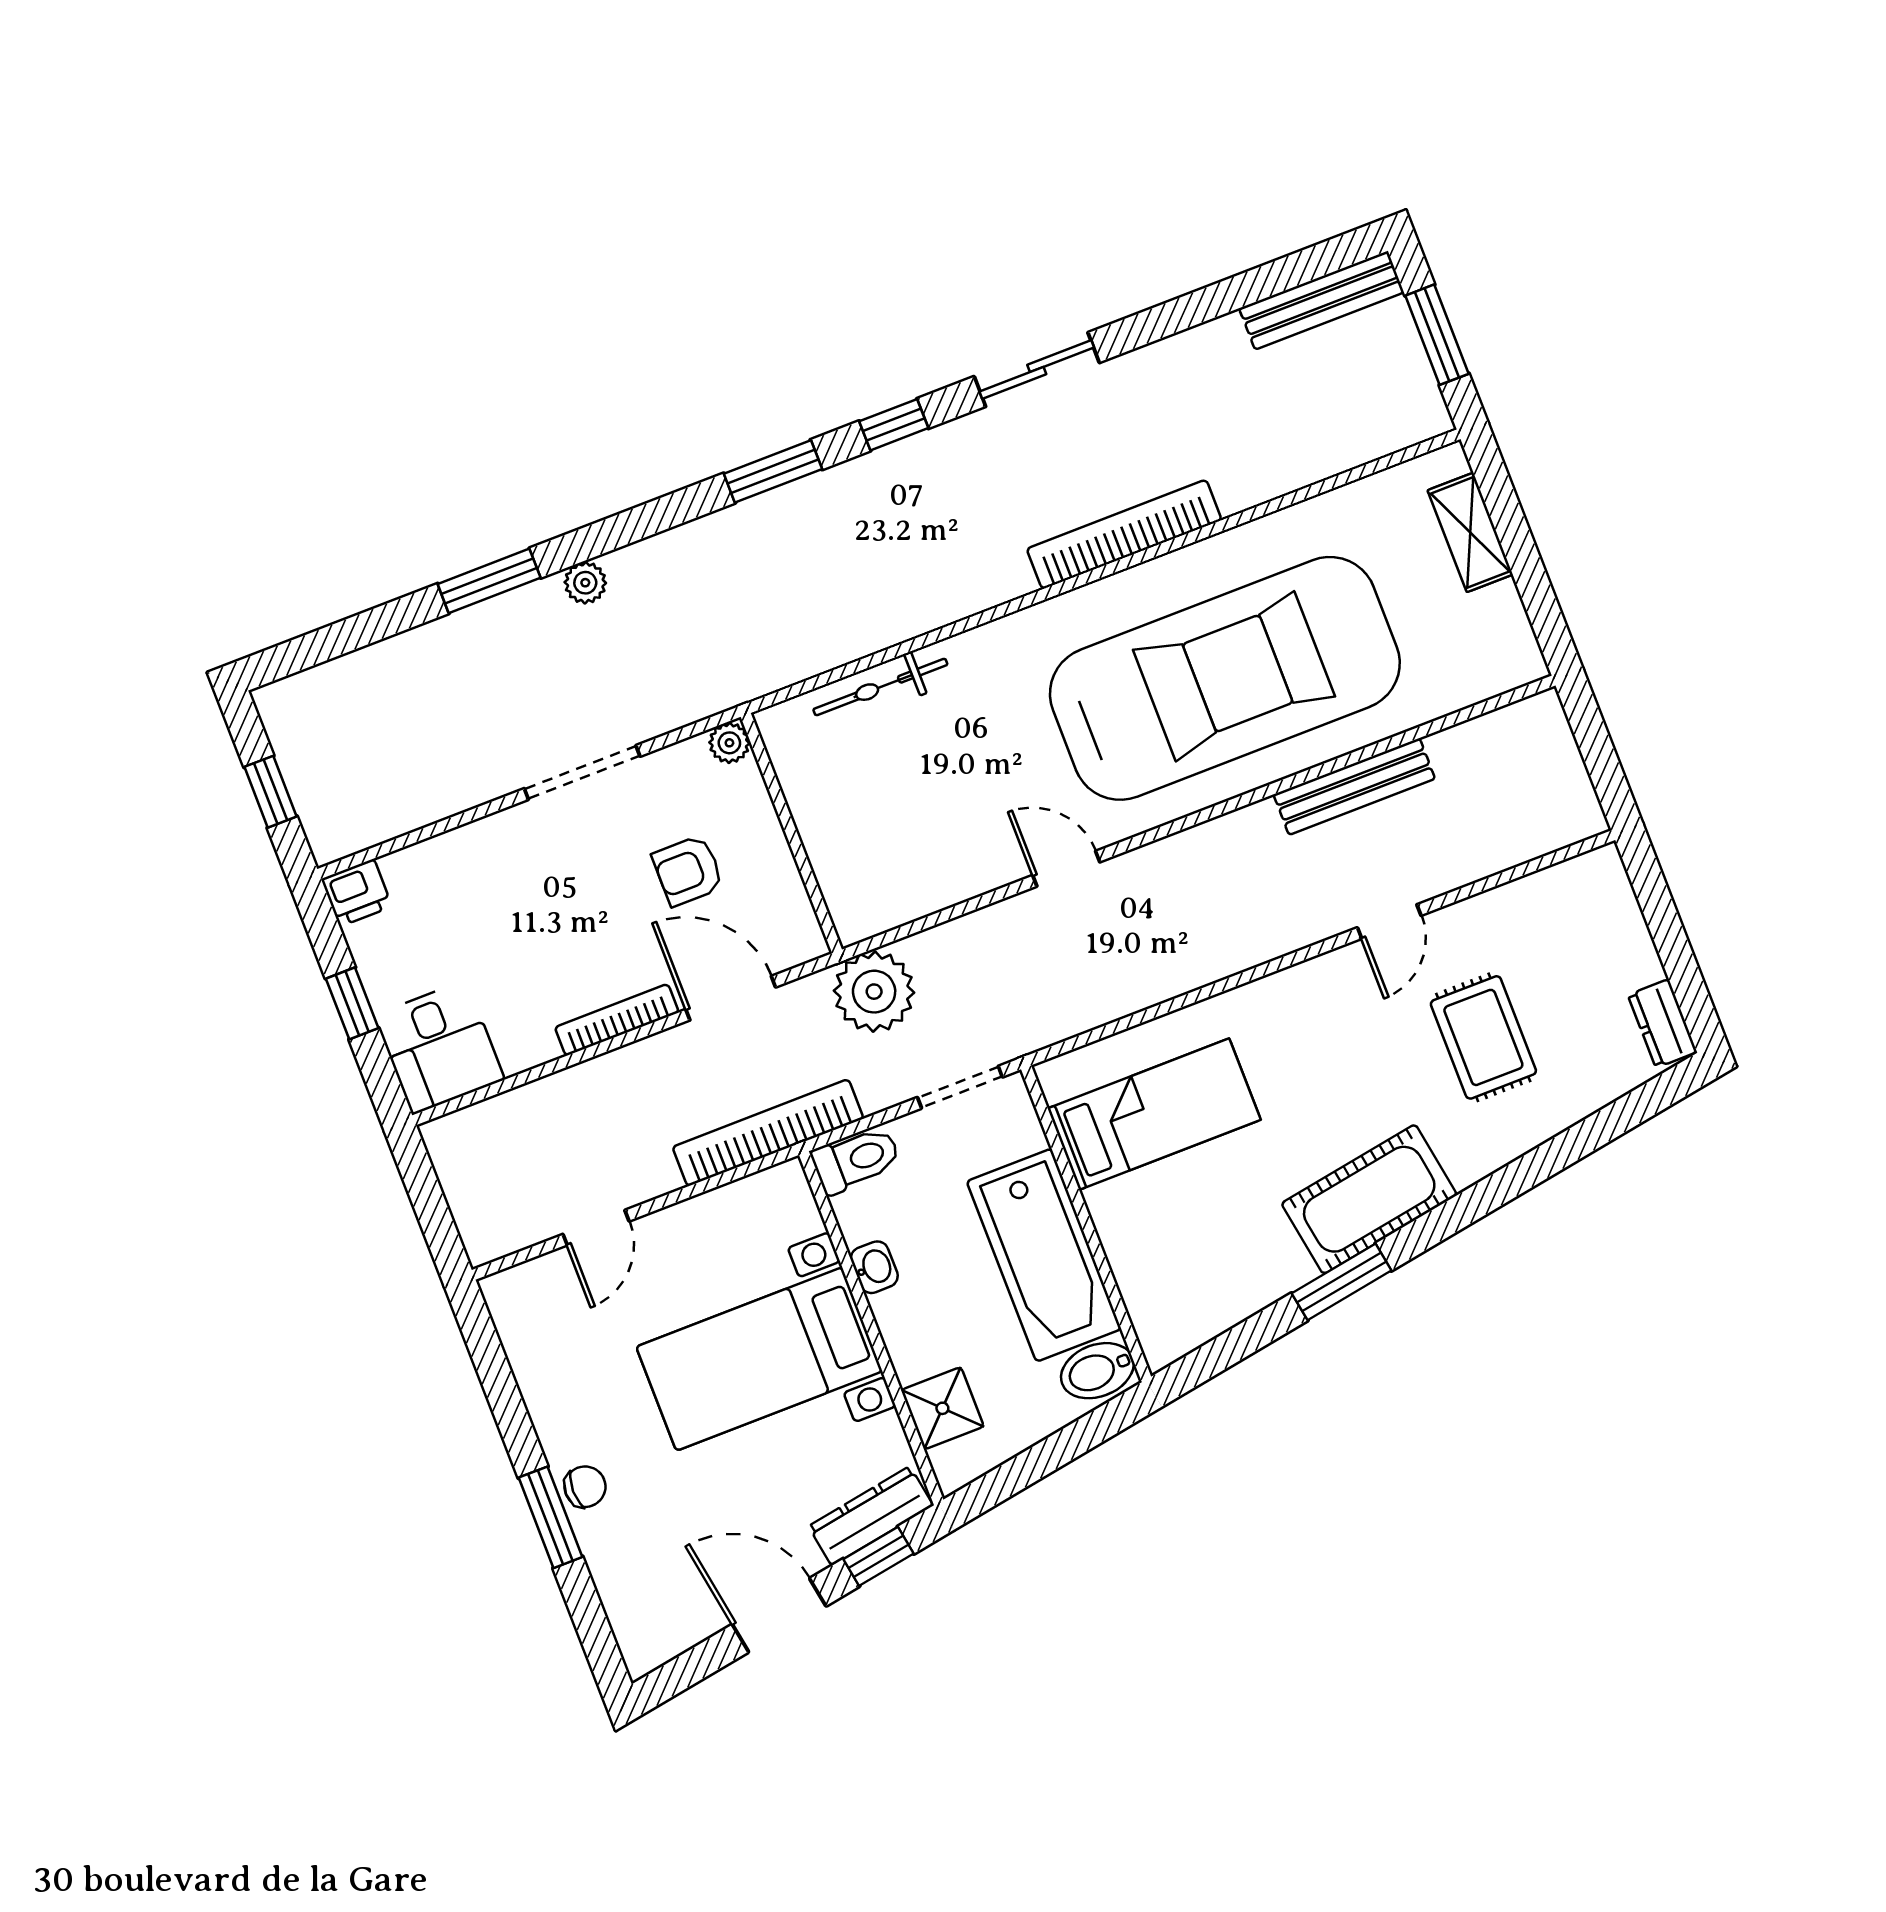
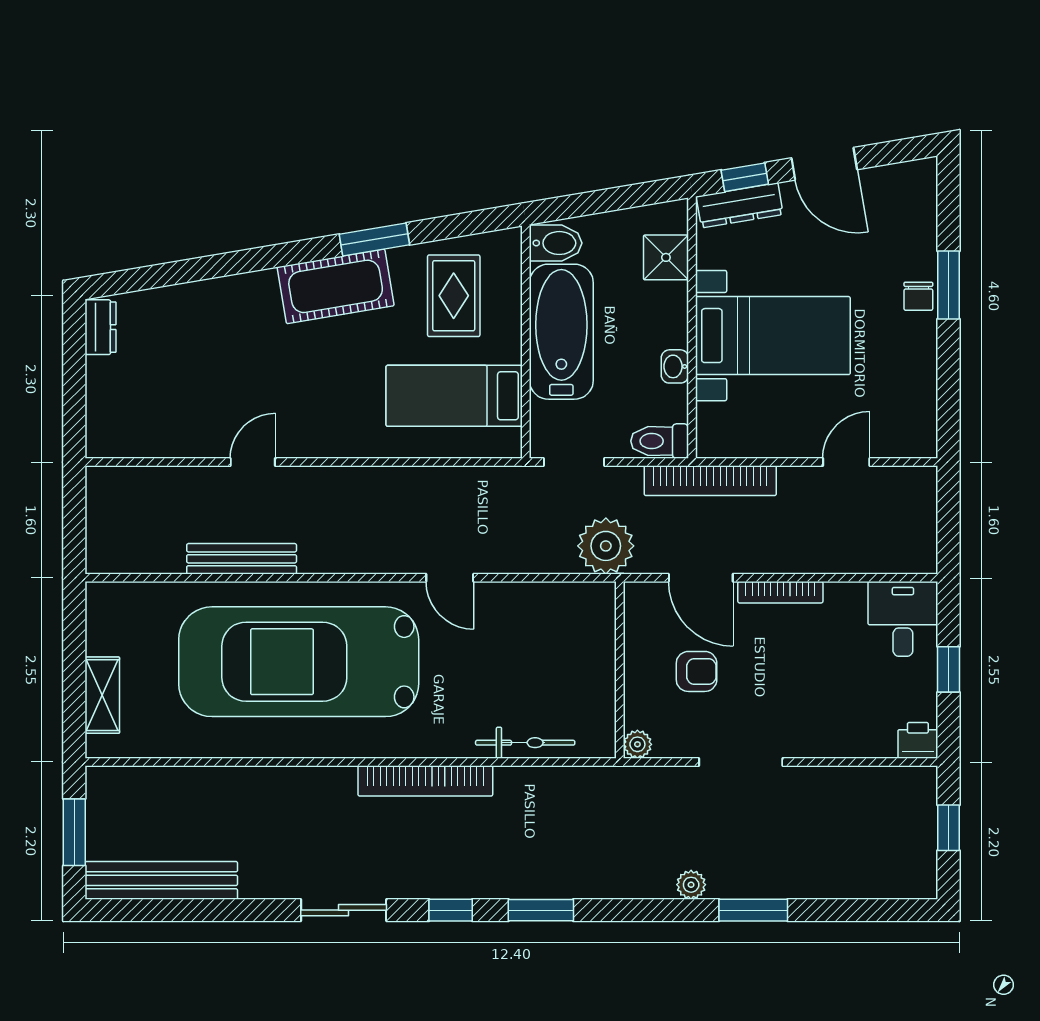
bench: (1321, 300) -> (161, 880), width x1.37, depth x1.21
bookcase: (1124, 534) -> (425, 781), moved
rug: (1483, 1037) -> (454, 296), moved
chair: (585, 1487) -> (918, 296), turned -90

